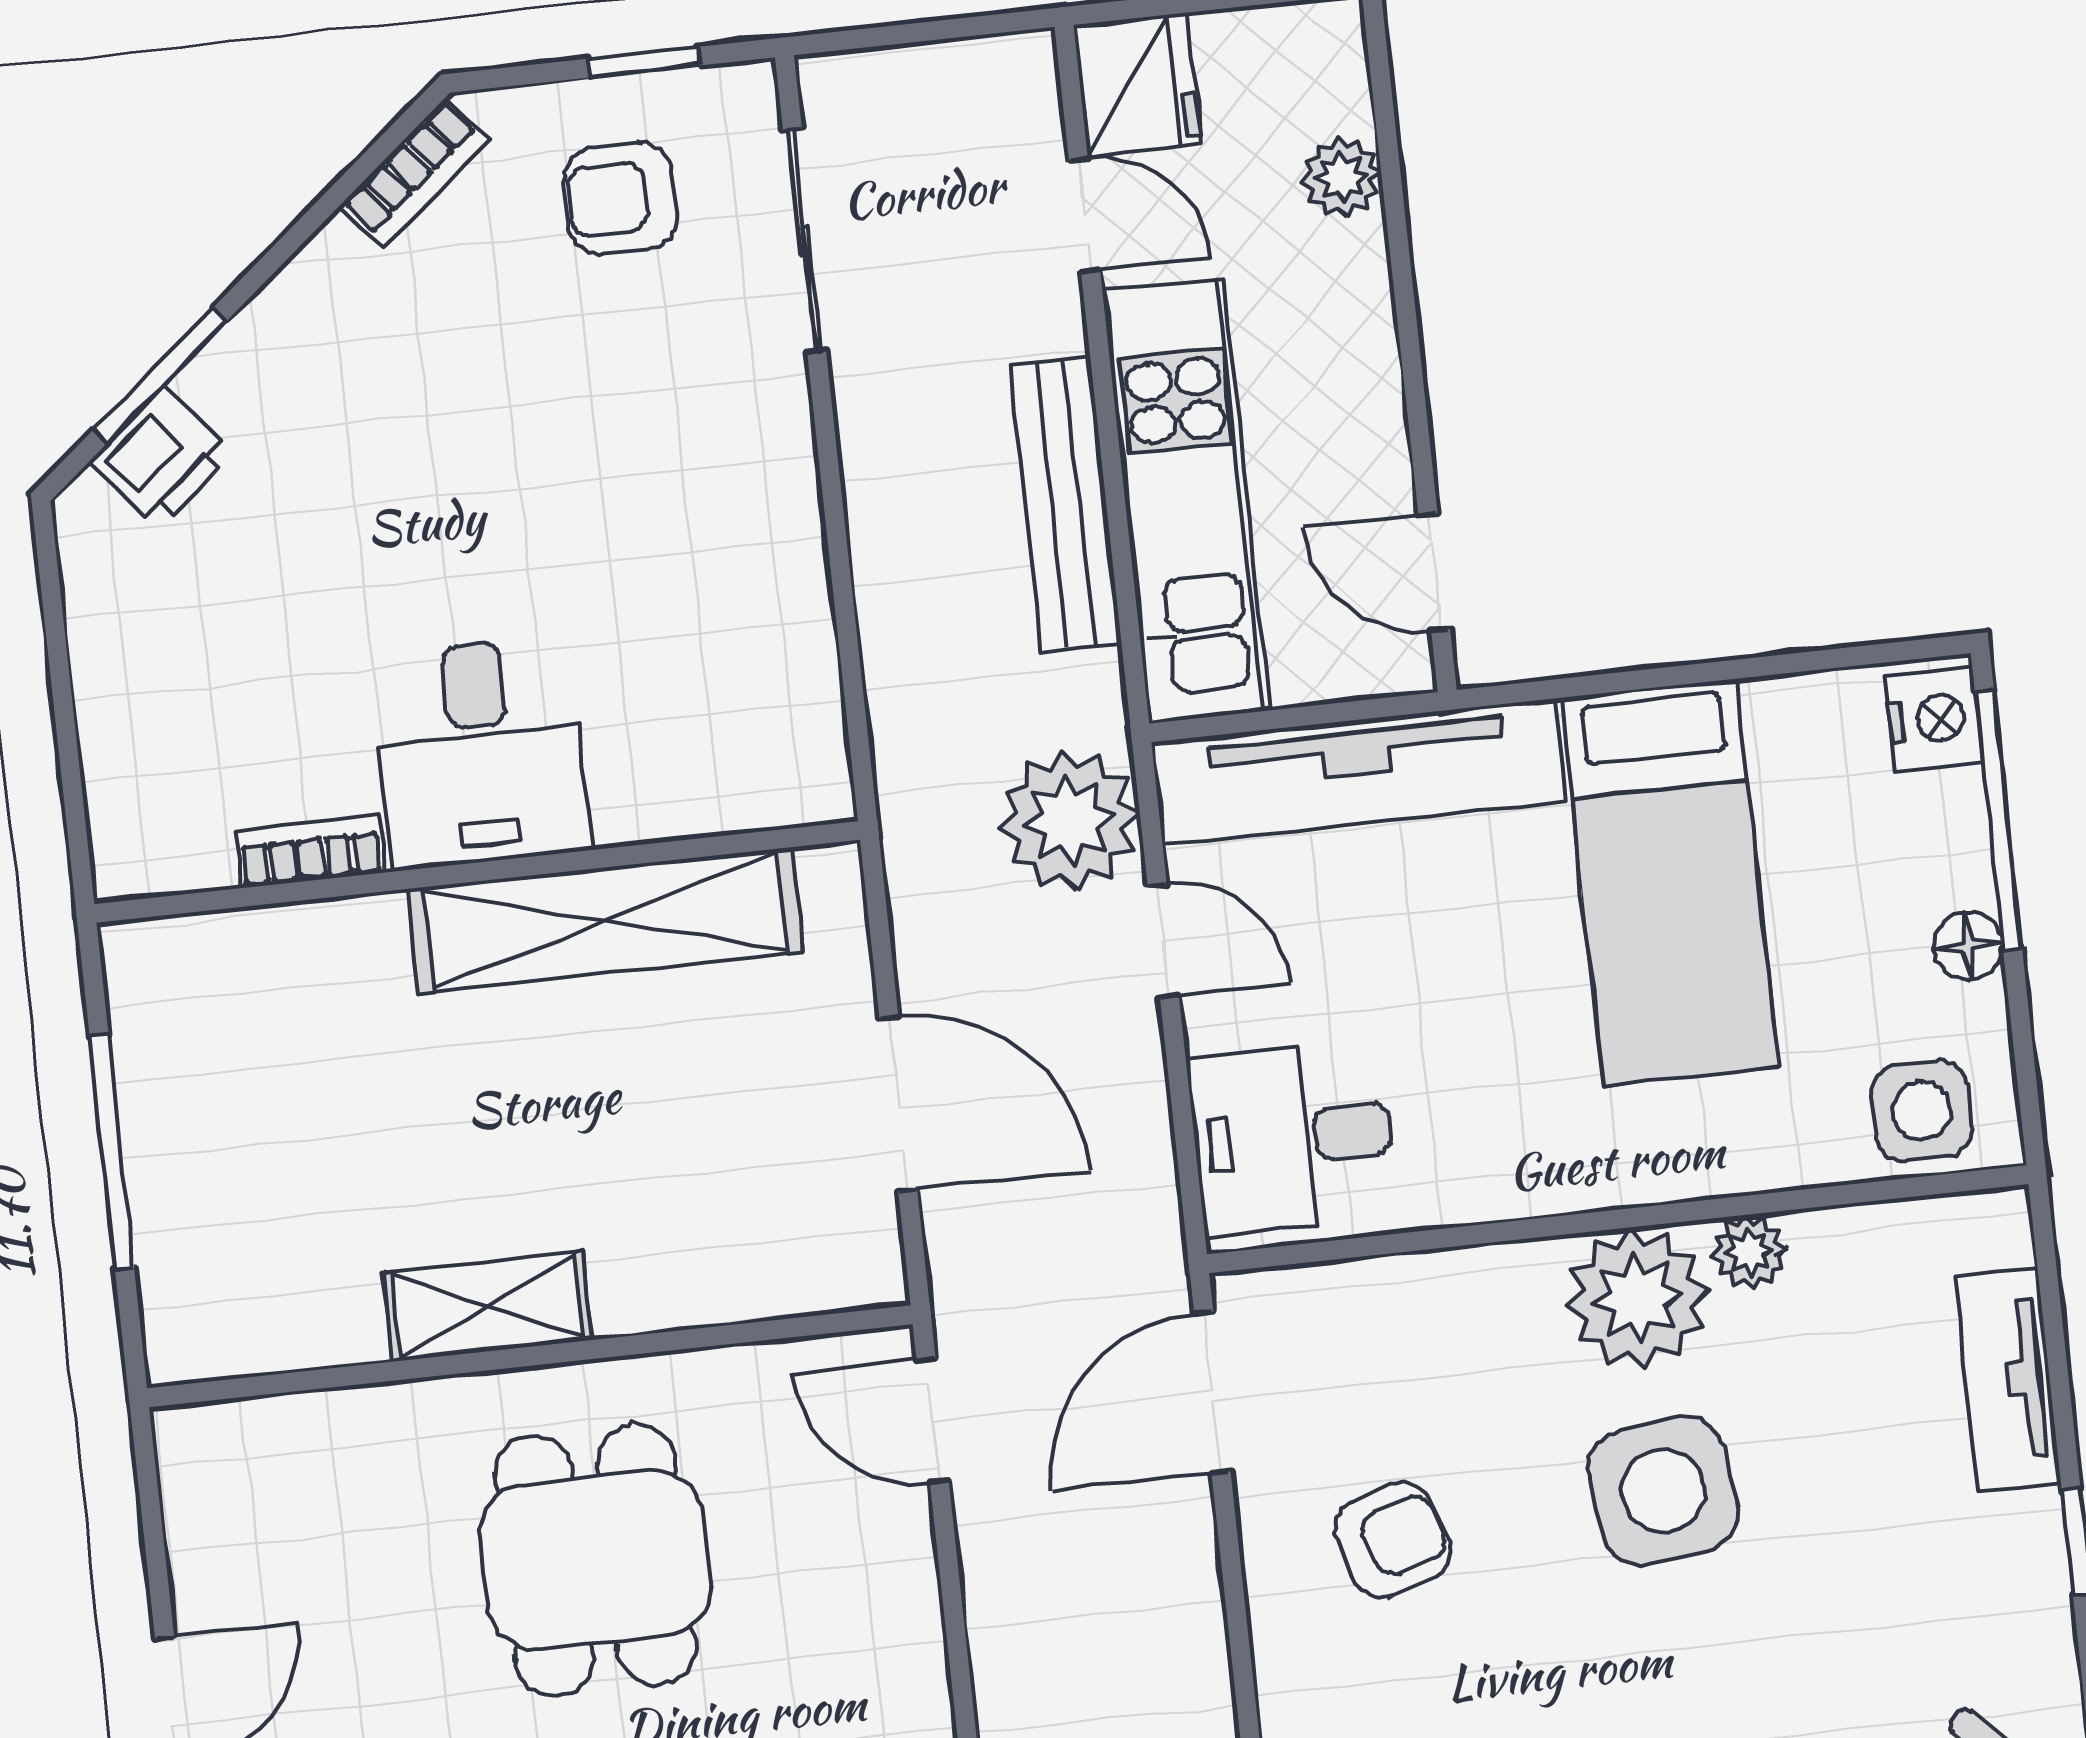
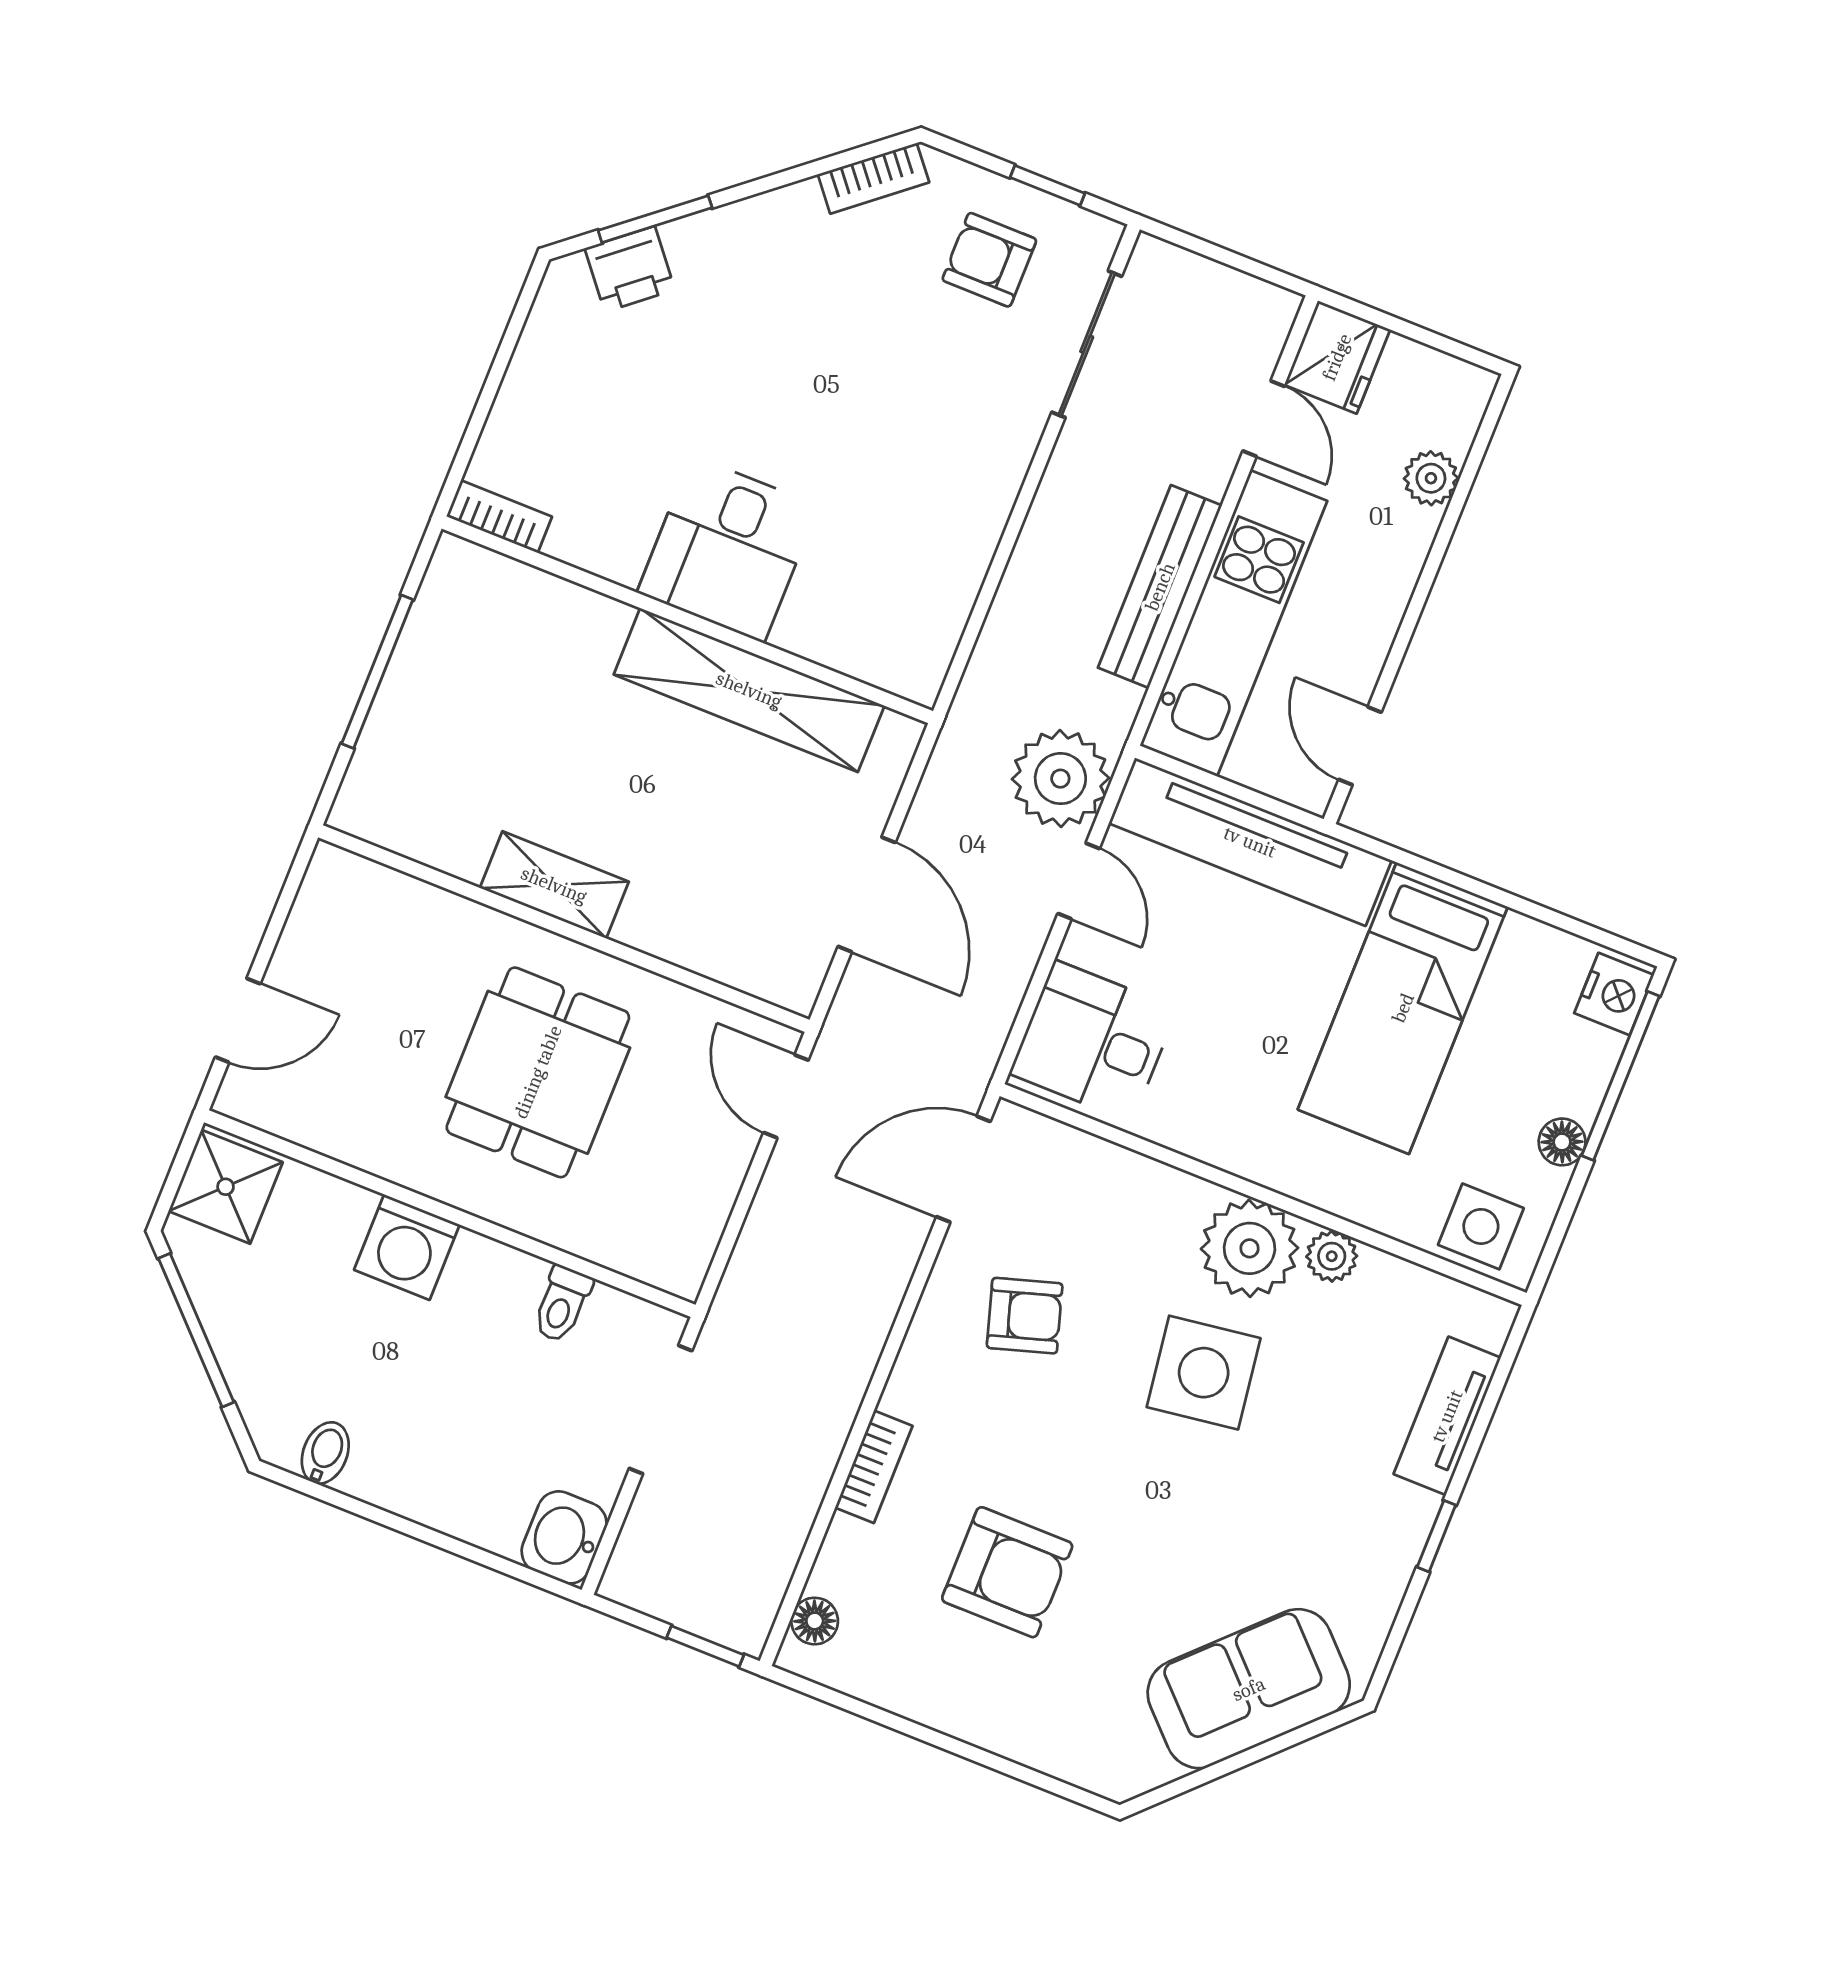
bookcase: (310, 852) -> (499, 517), moved

